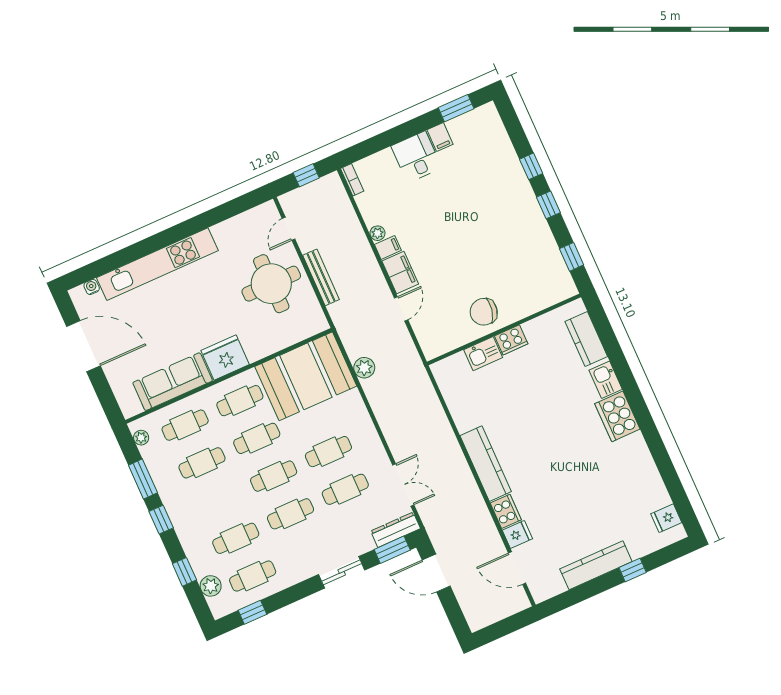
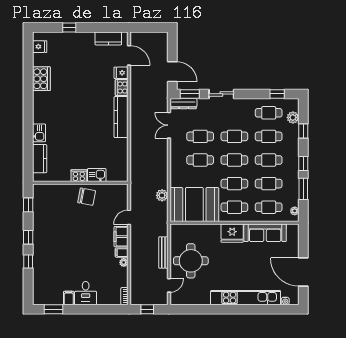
cooker: (617, 416) -> (41, 79), moved
cafe table: (219, 501) -> (269, 160), added
kitchen counter: (596, 565) -> (108, 38), moved, width x0.67

